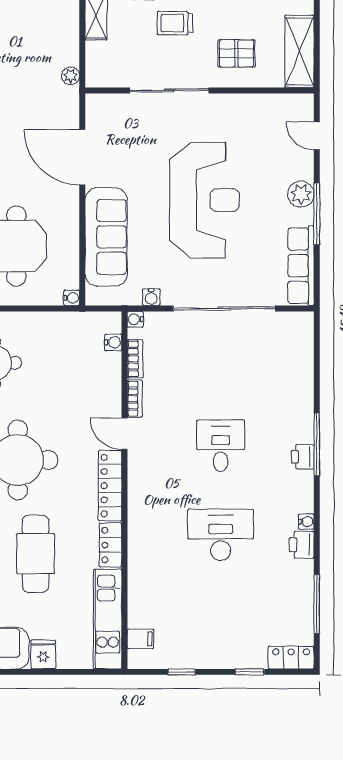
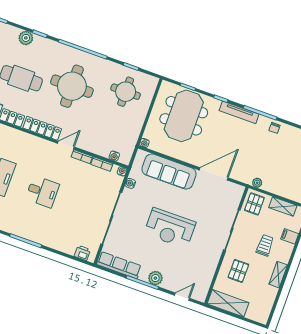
pallet: (109, 67) -> (254, 204), added
reception desk: (204, 200) -> (170, 228), width x0.74, depth x0.77
printer: (303, 457) -> (82, 253), moved

